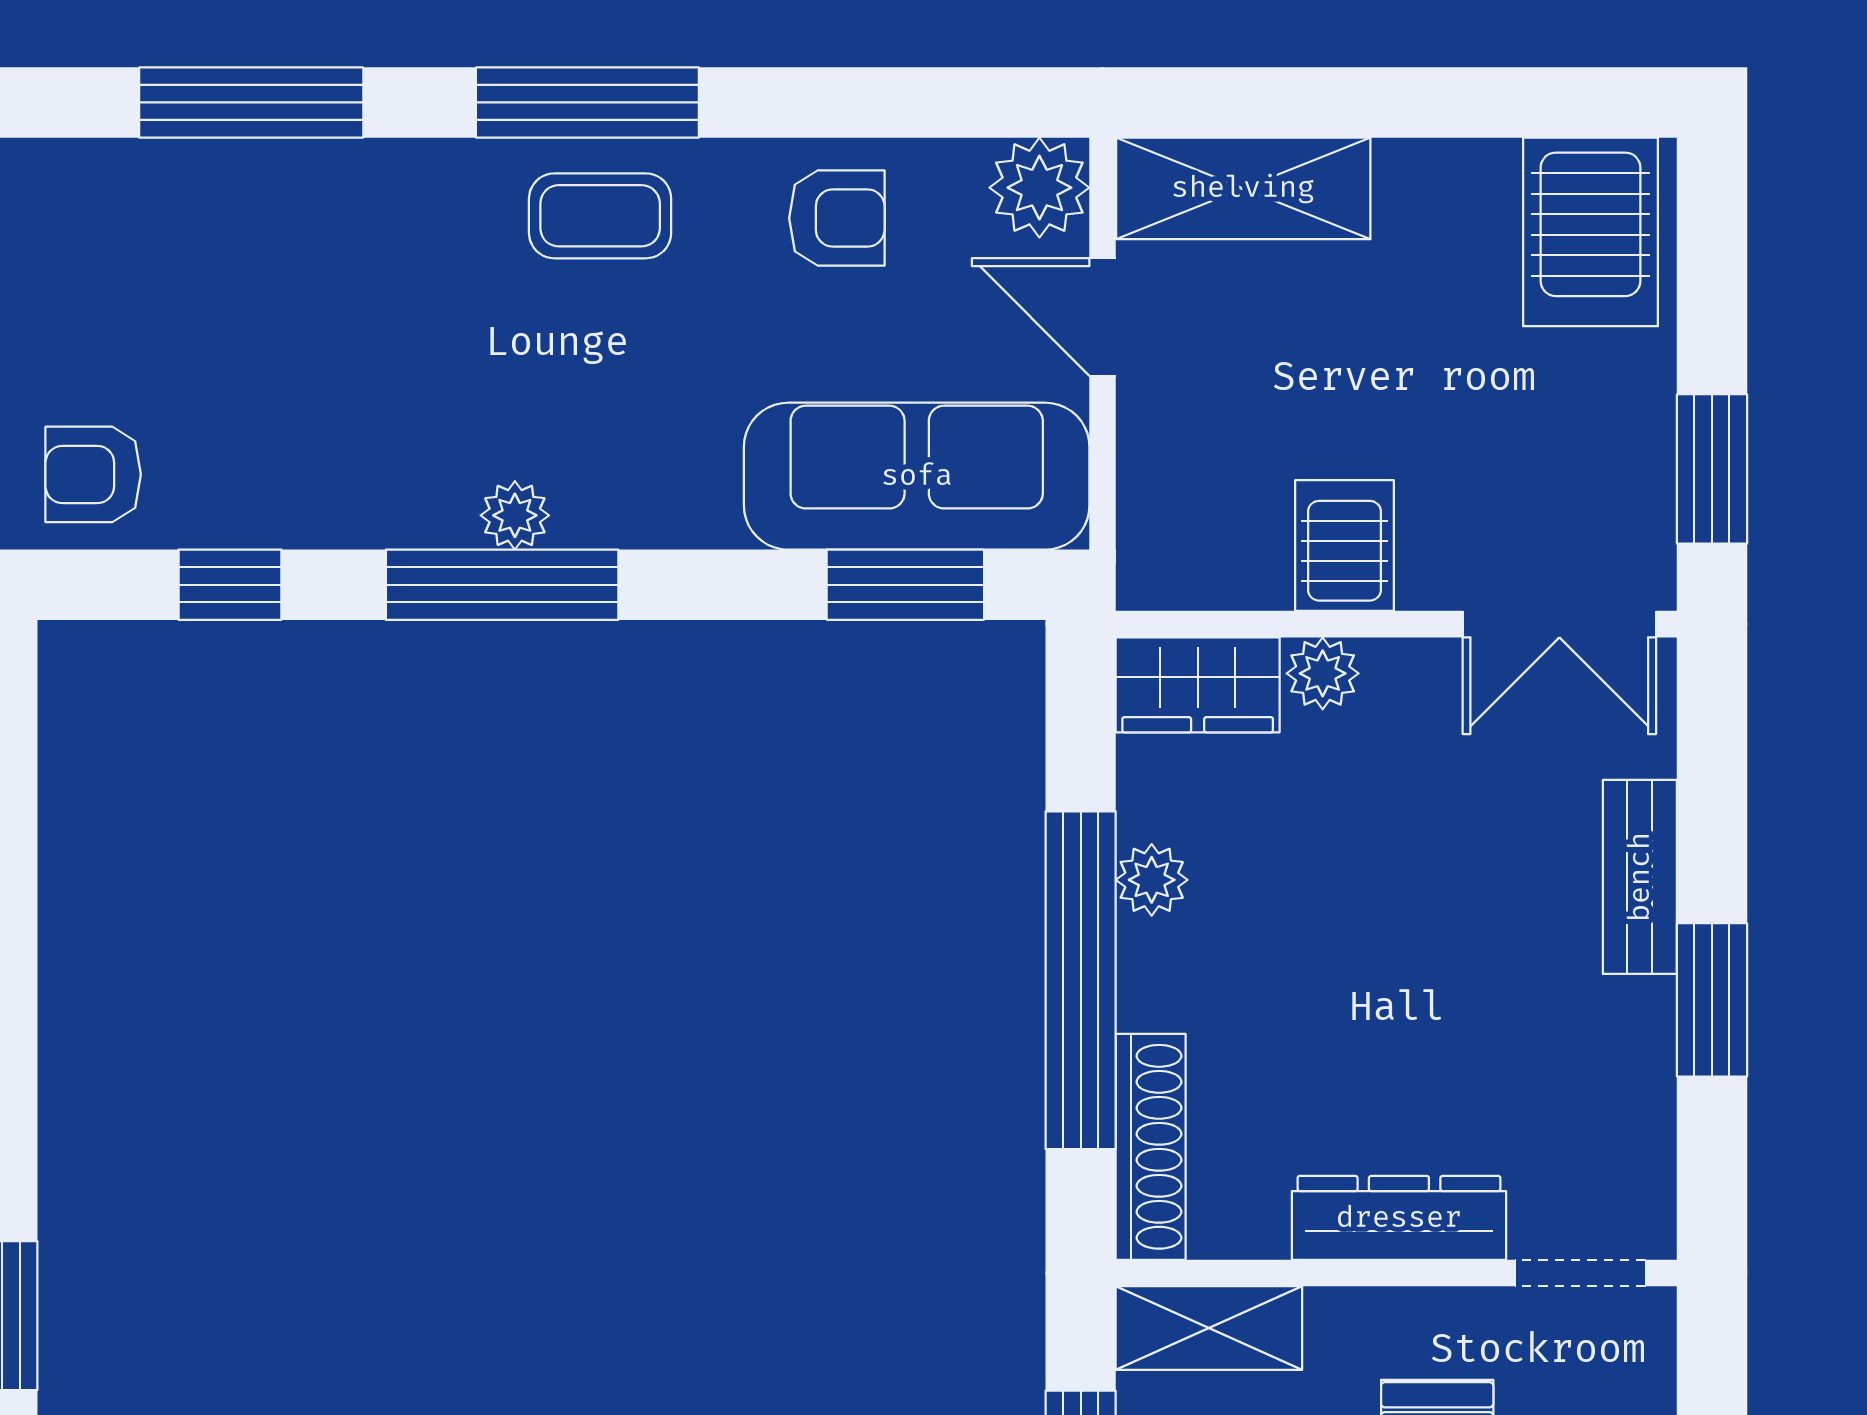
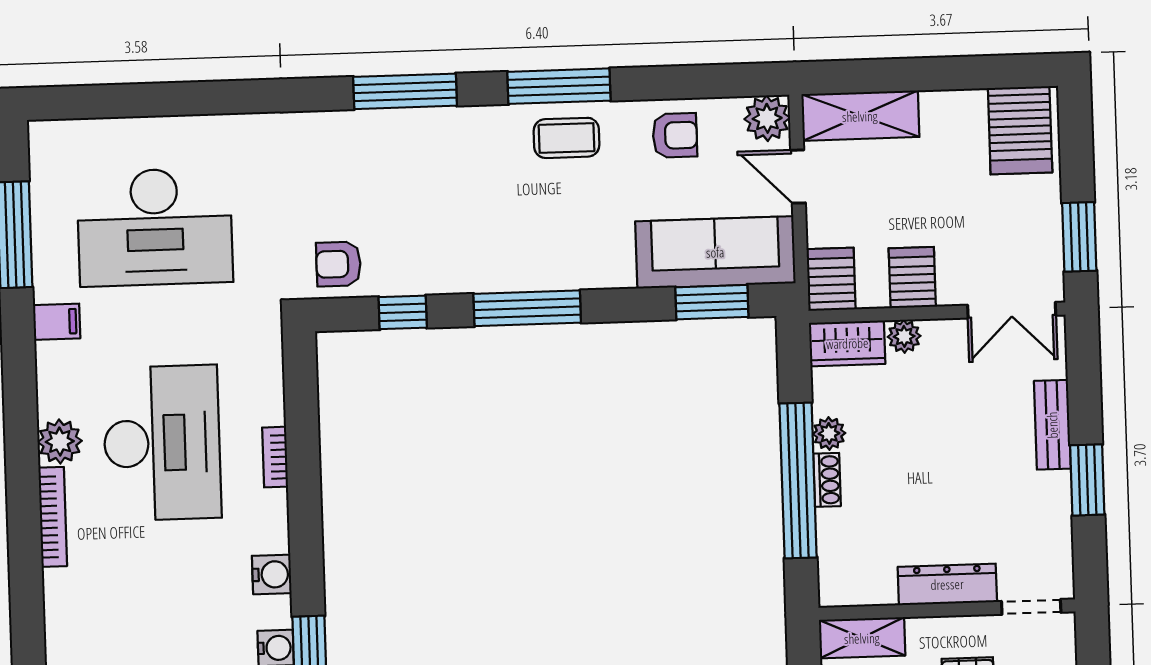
plant: (515, 515) -> (532, 276), removed
server rack: (1168, 543) -> (831, 279), added
shoe rack: (1151, 1147) -> (827, 480), moved, width x0.51, depth x0.81

